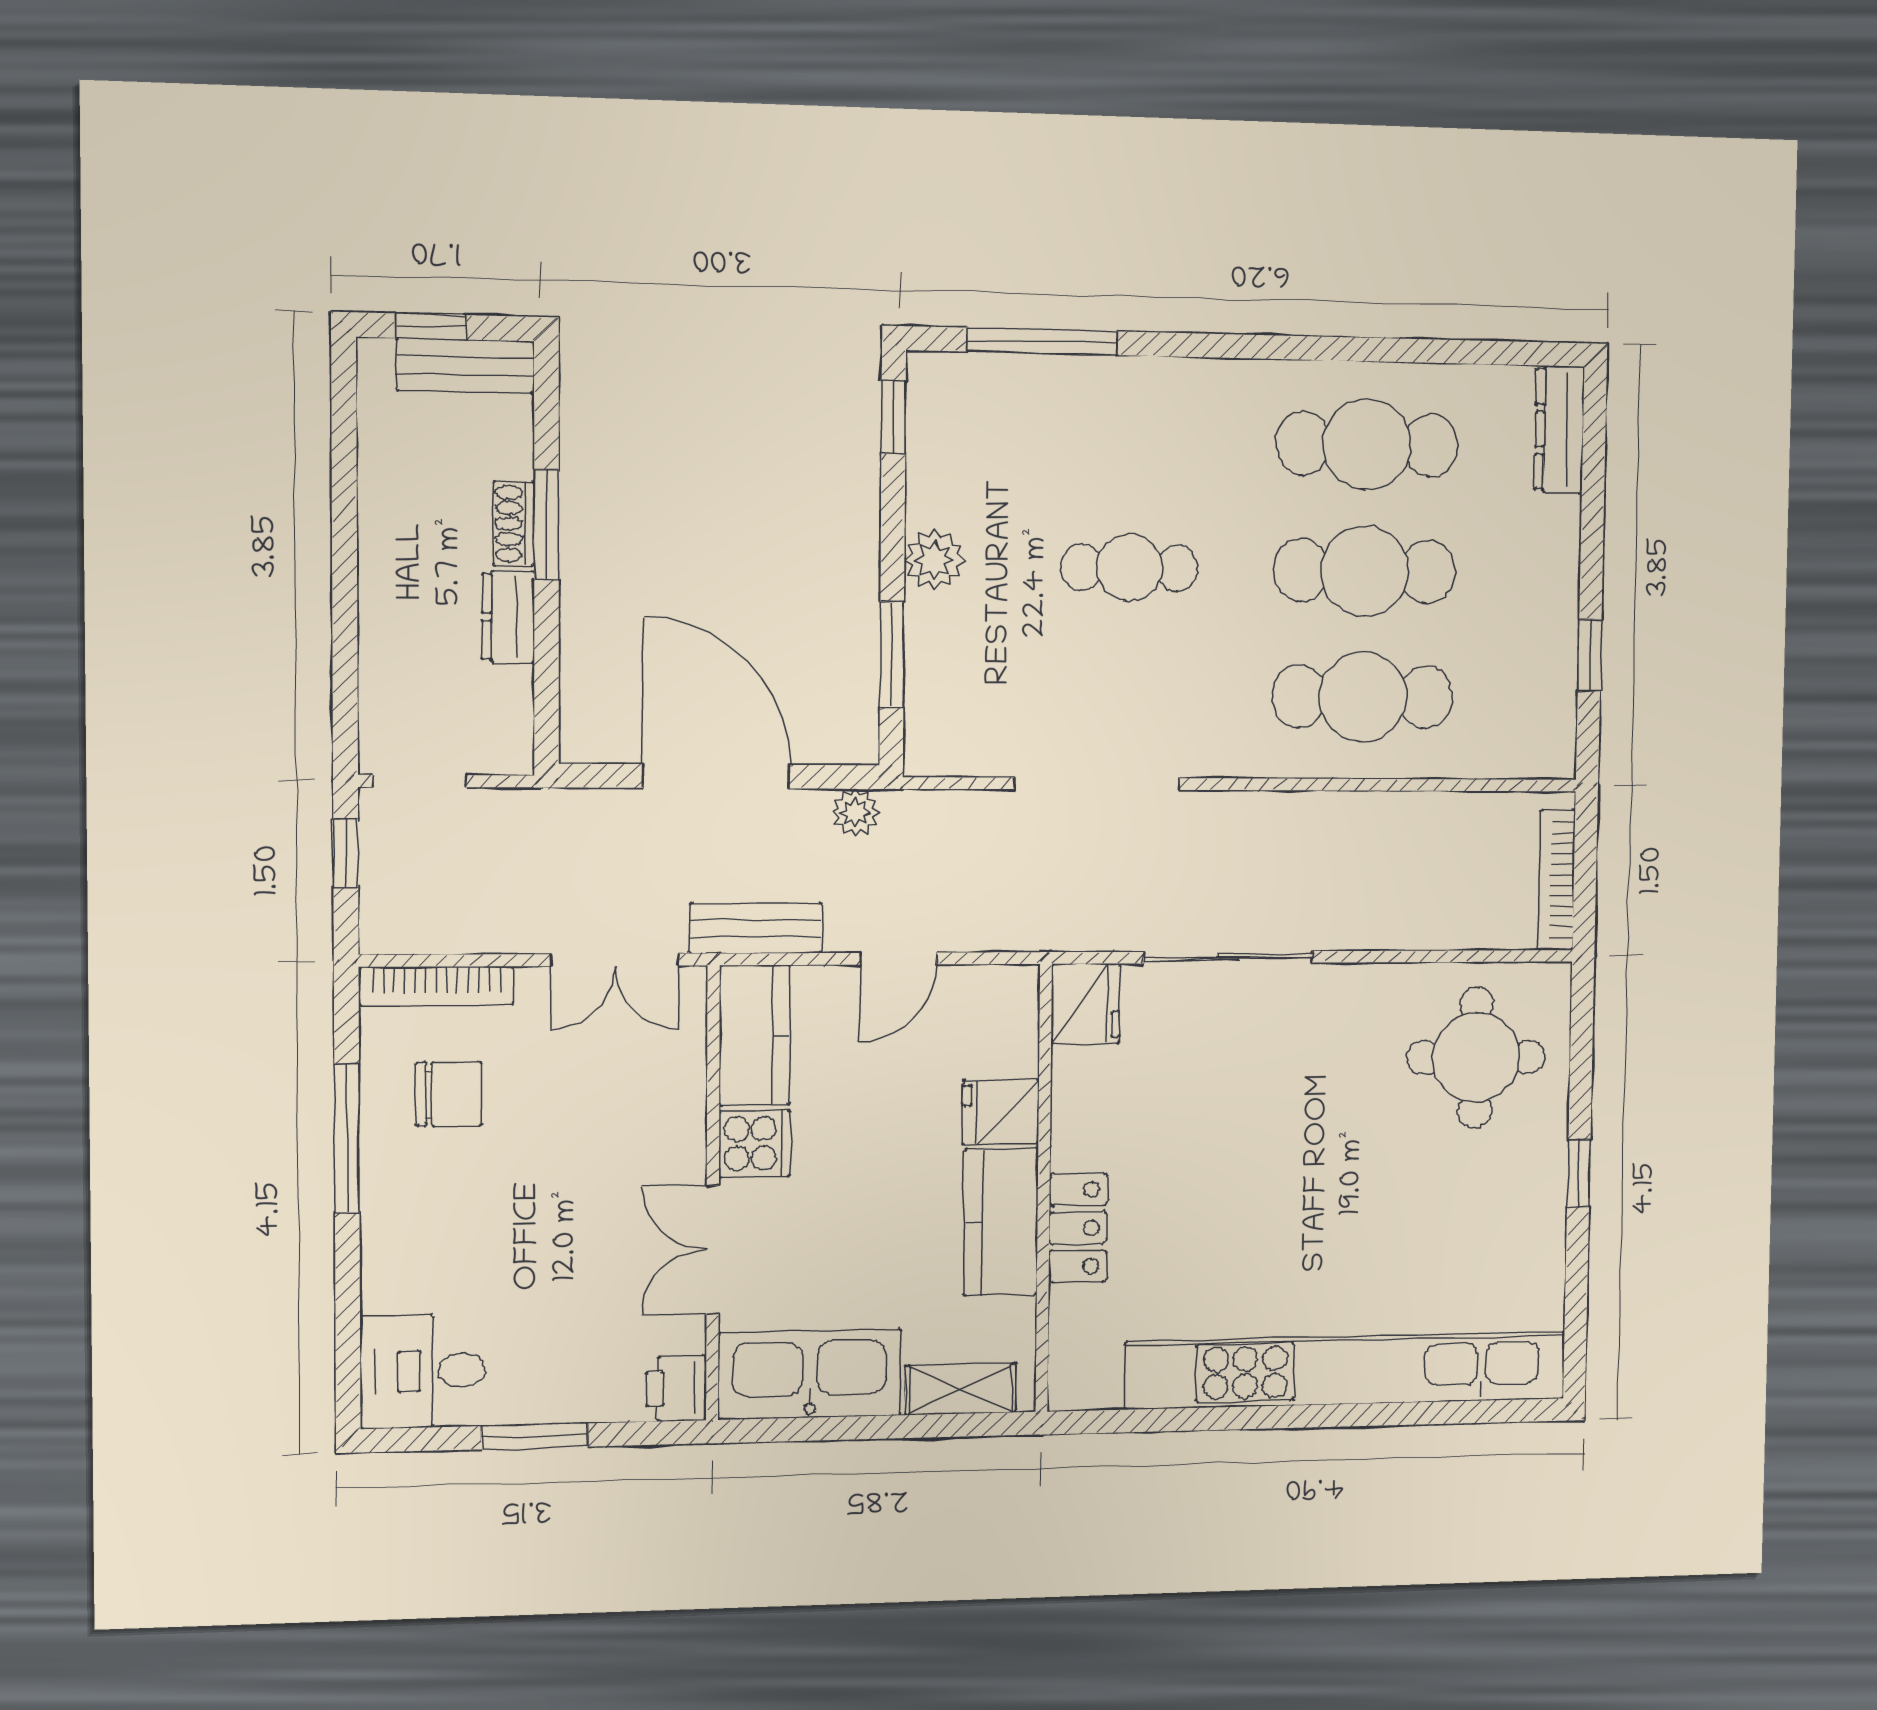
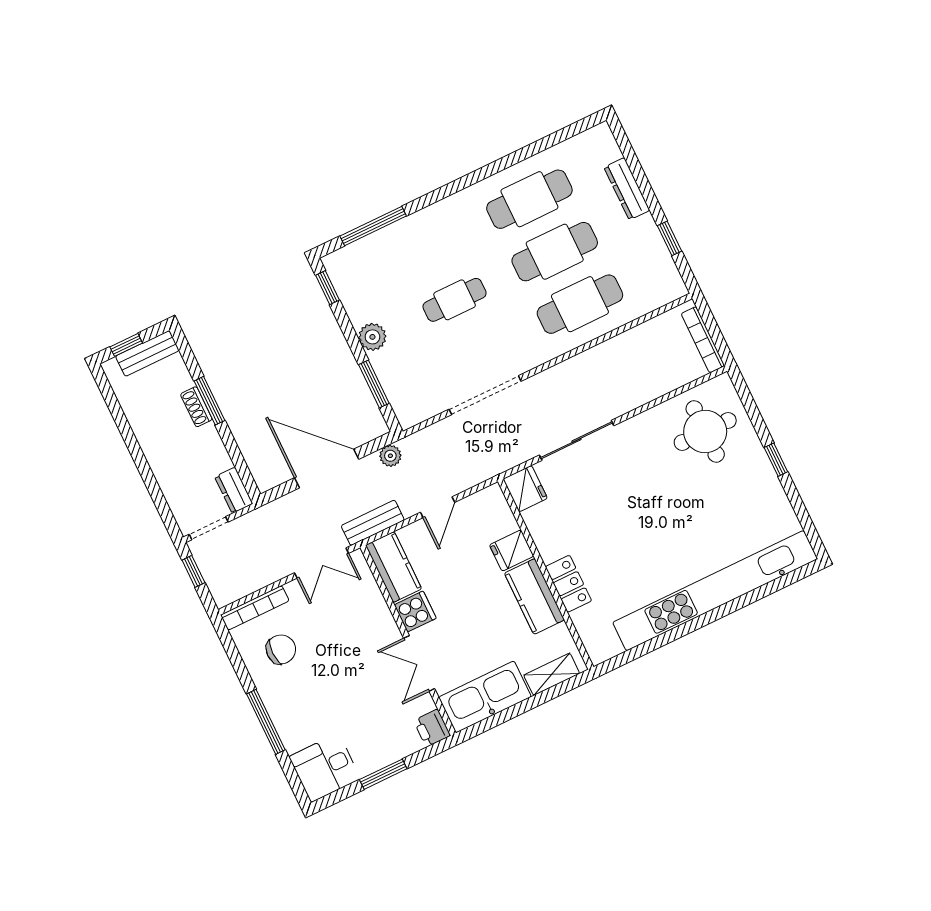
dresser: (1559, 430) -> (627, 189), moved
dresser: (508, 617) -> (234, 490), moved
window: (347, 1139) -> (266, 722), moved

